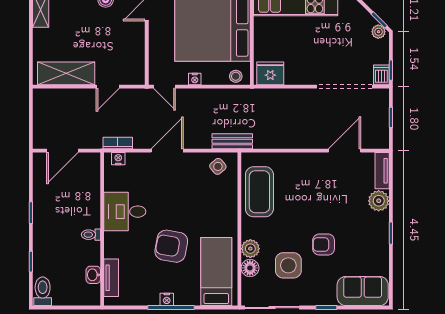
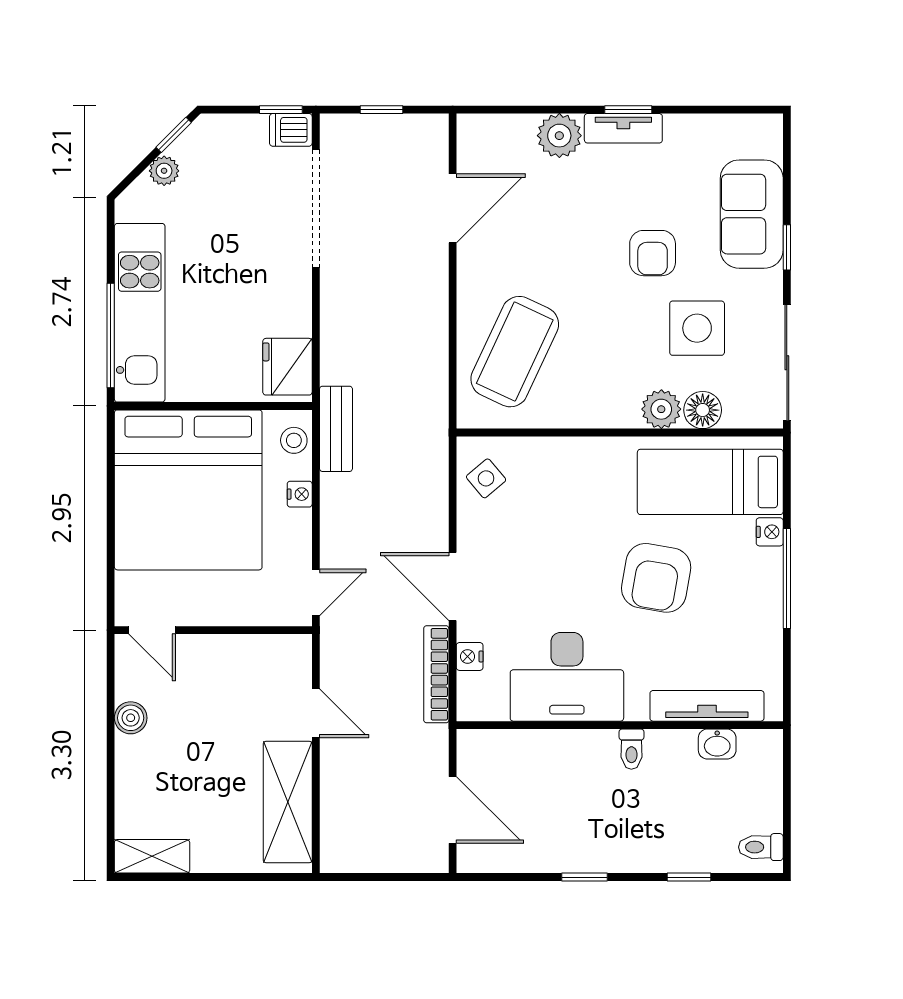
plant: (378, 32) -> (164, 171), moved
nightstand: (195, 79) -> (300, 494), moved
bench: (232, 141) -> (336, 429), moved
bookcase: (118, 143) -> (436, 674), width x1.56
door: (345, 151) -> (453, 208), swing flipped
nightstand: (118, 159) -> (470, 656), moved
tv unit: (382, 171) -> (623, 128), moved
coffee table: (259, 192) -> (515, 352), moved, turned -65
desk: (125, 212) -> (567, 677), width x1.37
tv unit: (111, 278) -> (707, 706), width x1.41
toilet: (43, 291) -> (761, 847), width x0.73, depth x0.72
sofa: (363, 291) -> (752, 214), moved
nightstand: (167, 299) -> (770, 532), moved

